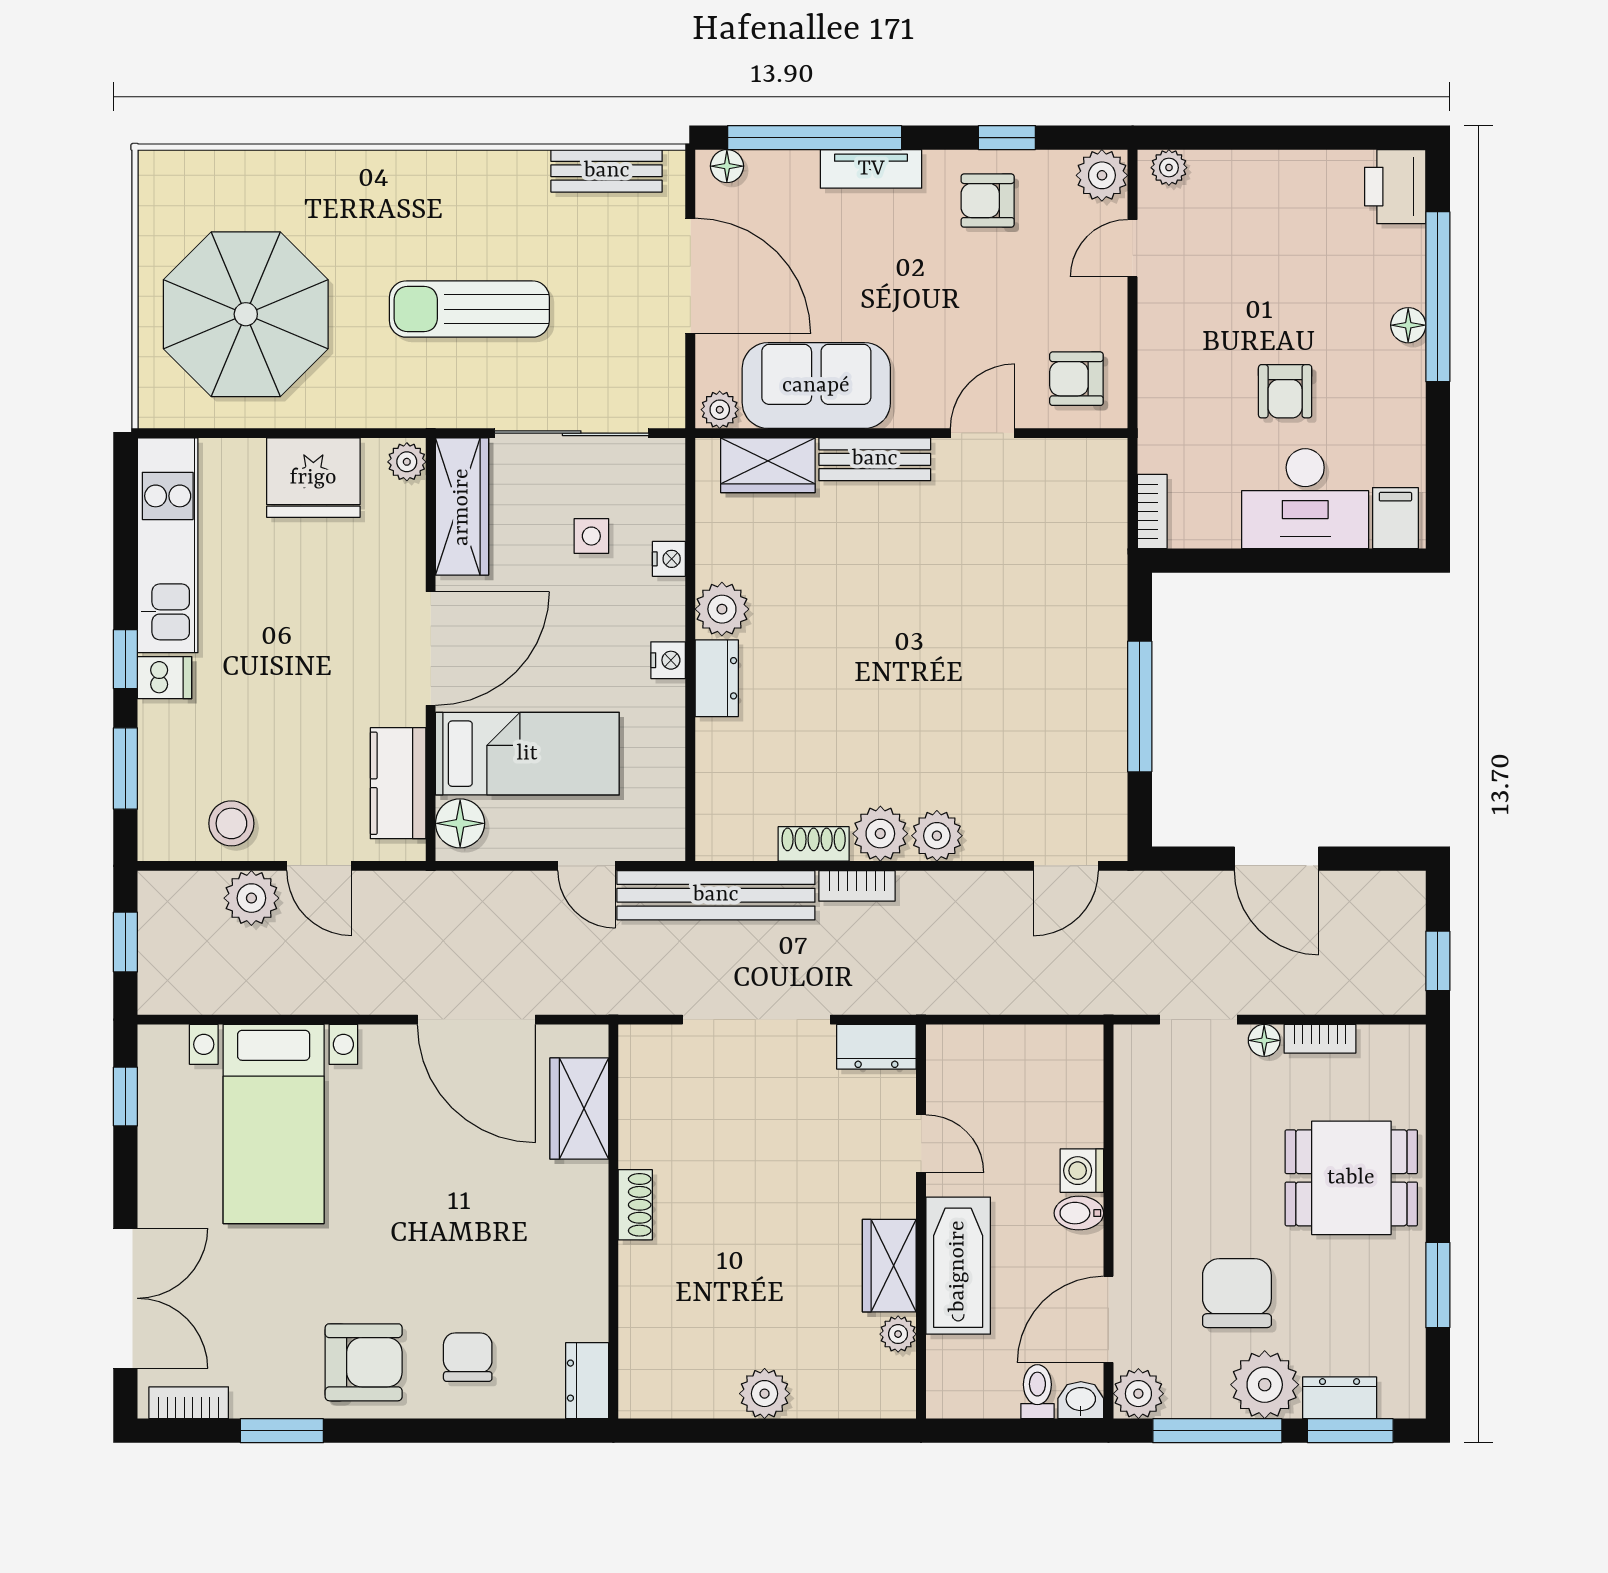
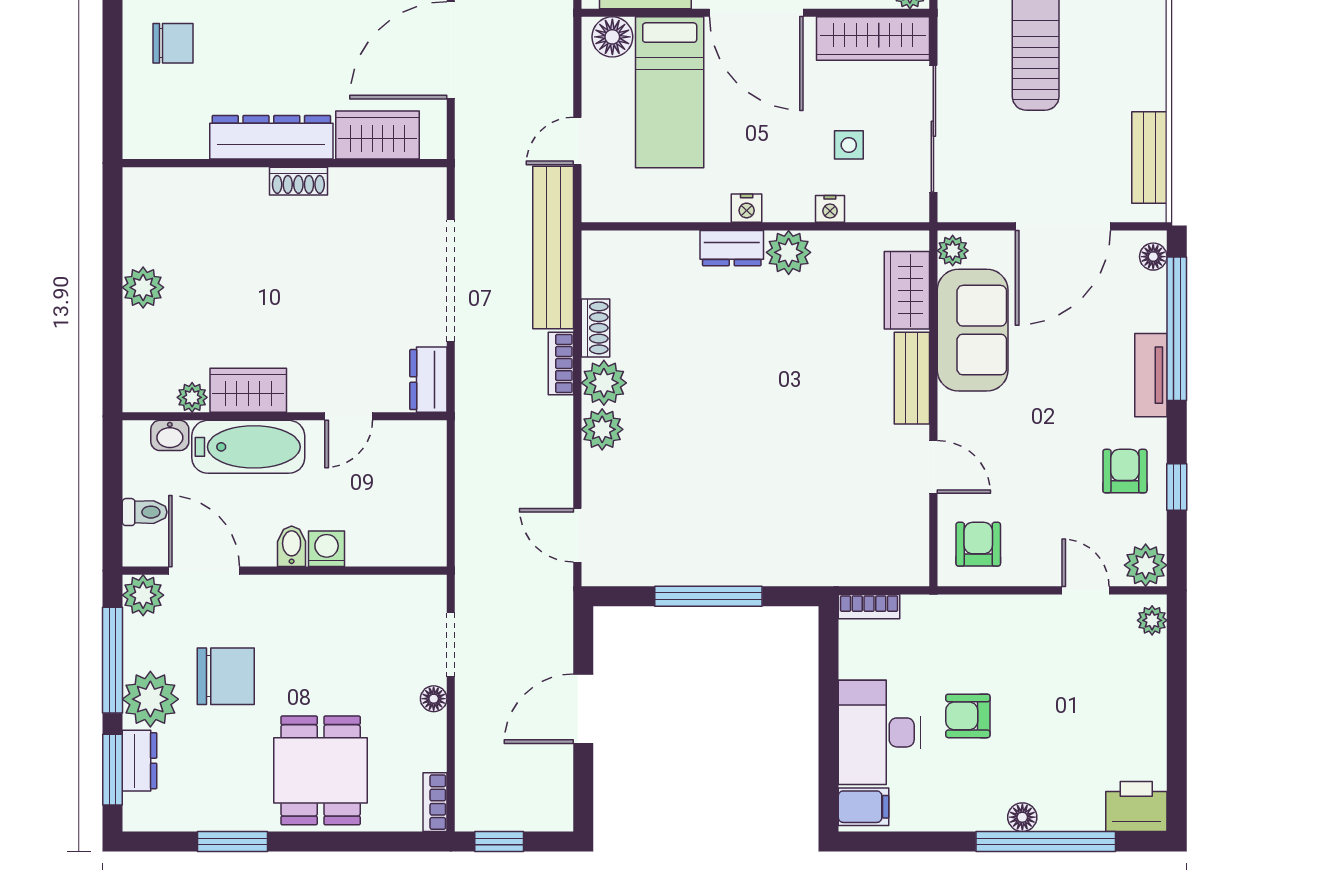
bookcase: (1320, 1039) -> (435, 802), moved
dresser: (587, 1381) -> (271, 137), moved, width x1.96, depth x1.24
washbasin: (1081, 1400) -> (170, 435), moved, turned 90

